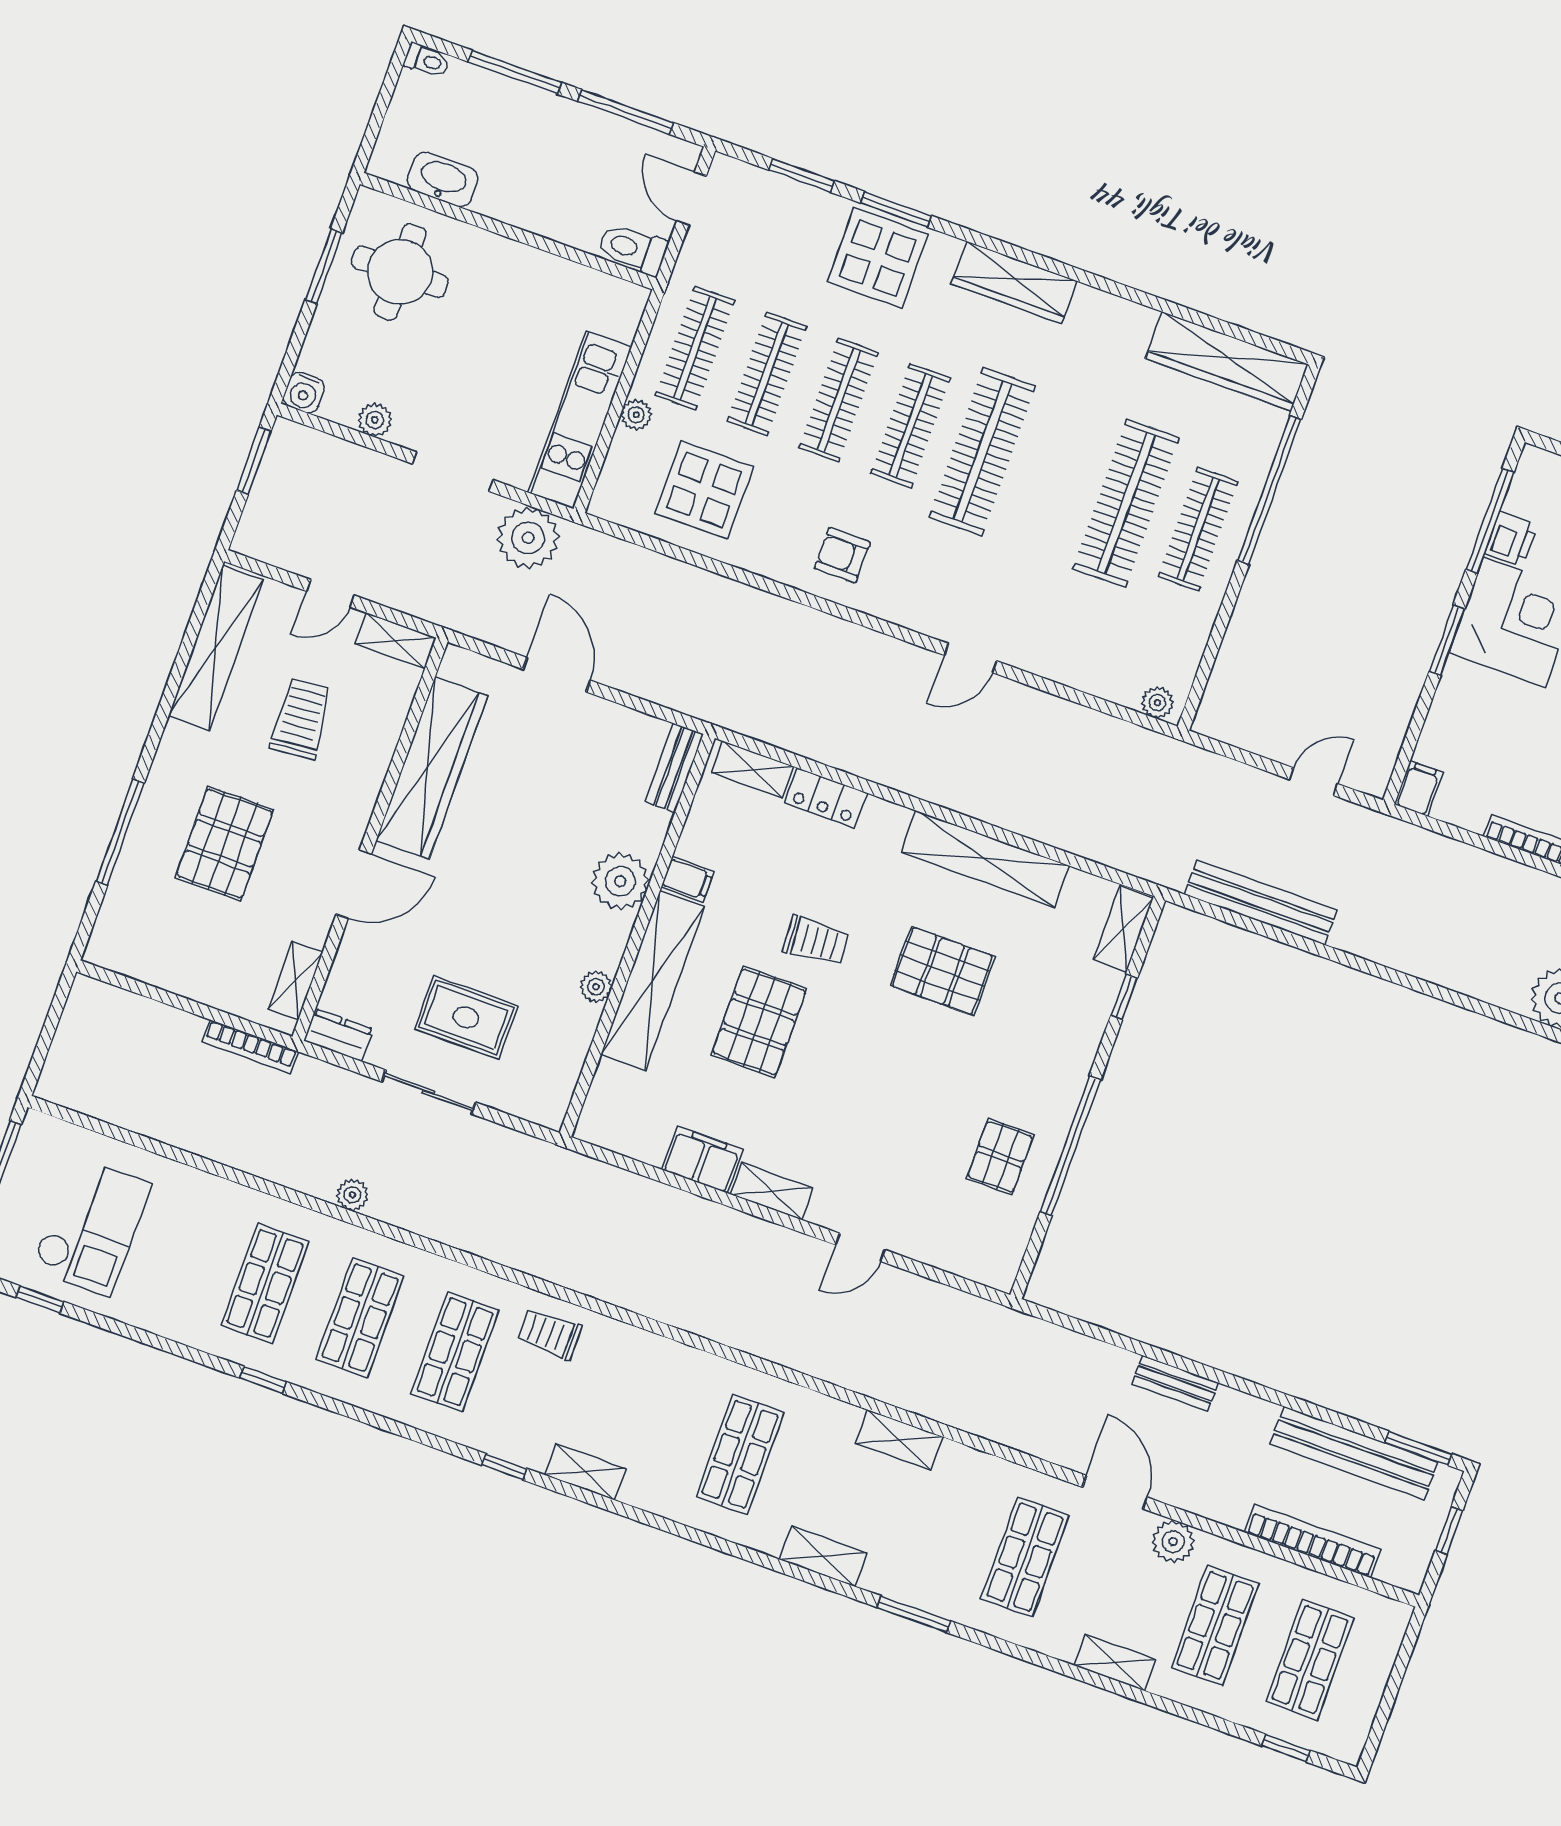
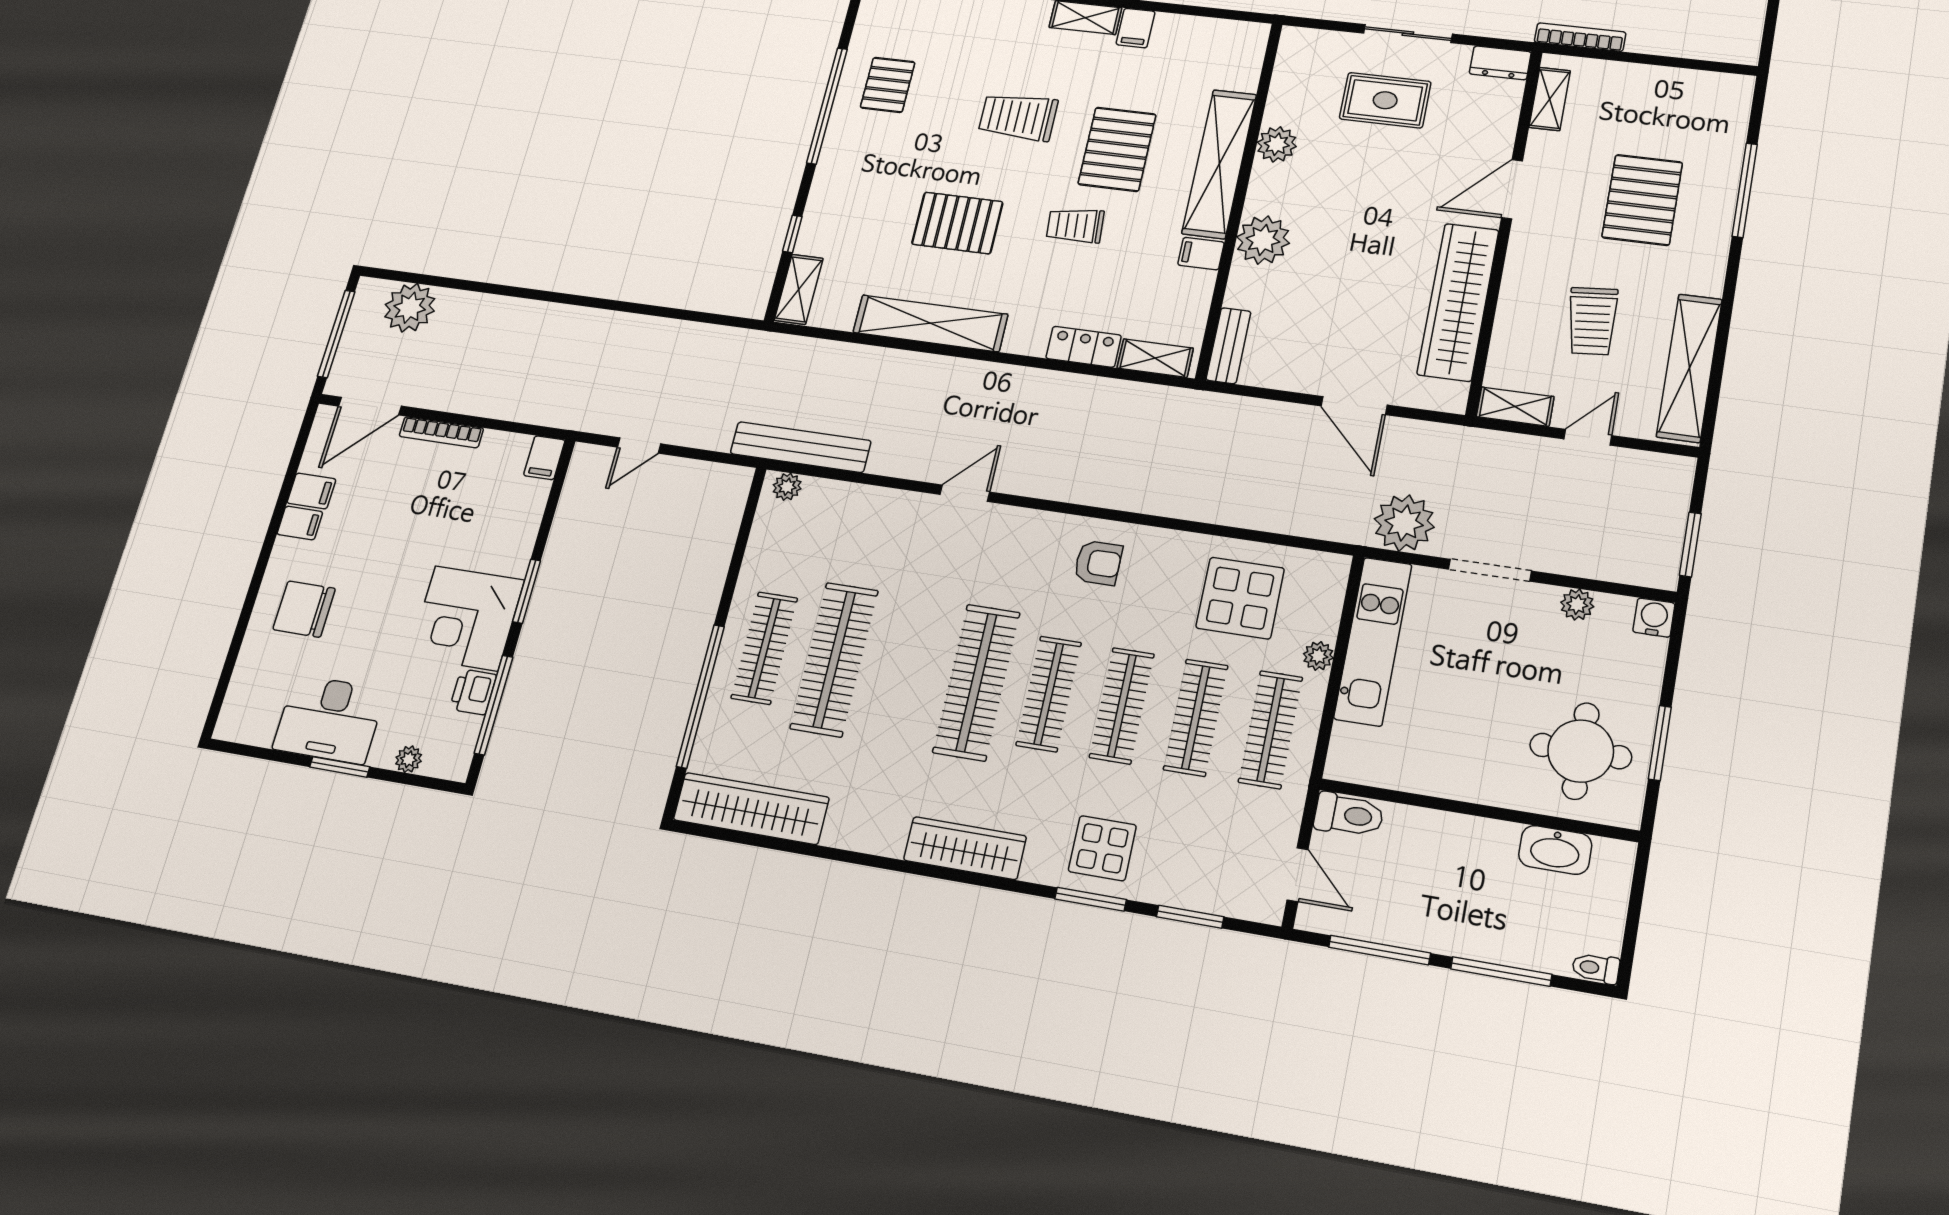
display table: (878, 258) -> (1102, 848), width x0.73, depth x0.73
bench: (1261, 902) -> (800, 447), moved
plant: (596, 987) -> (1277, 144), width x1.38, depth x1.38
trolley: (861, 1085) -> (1018, 117), added
filing cabinet: (702, 1160) -> (1136, 28), width x0.50

